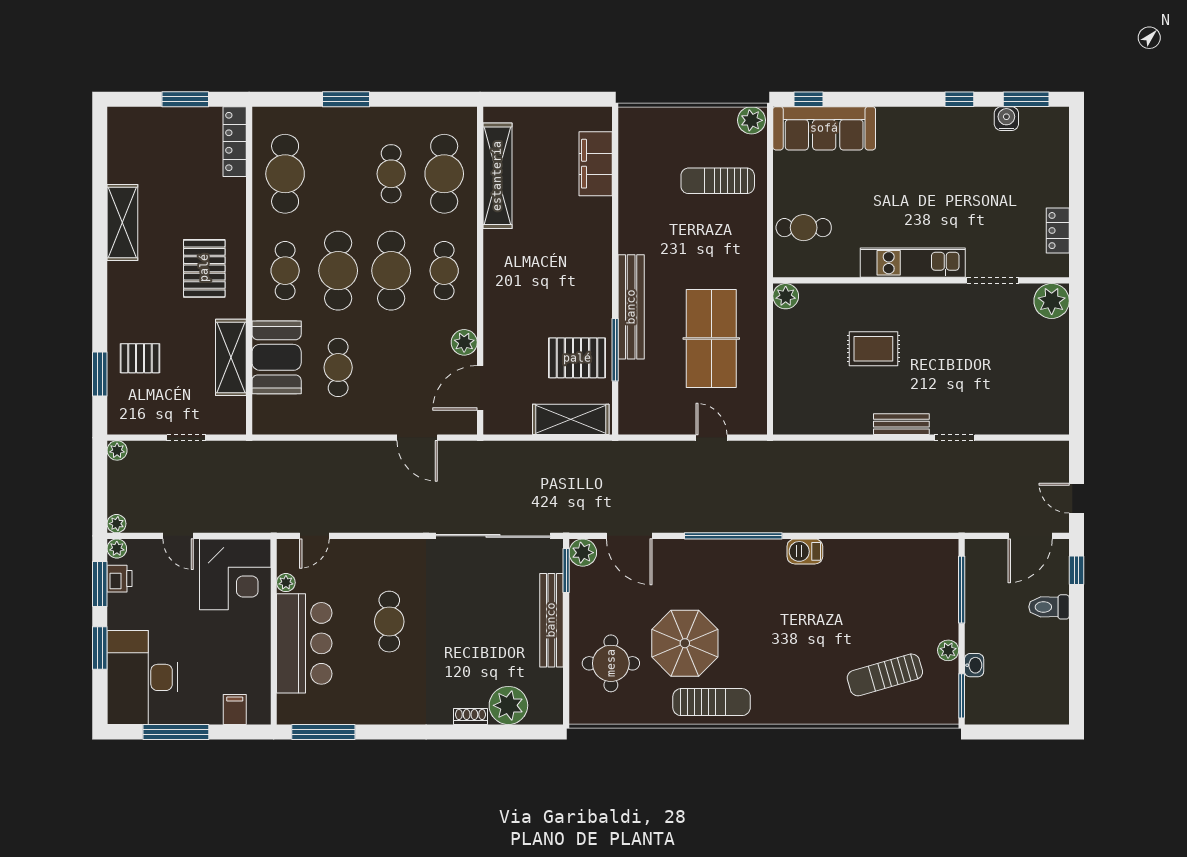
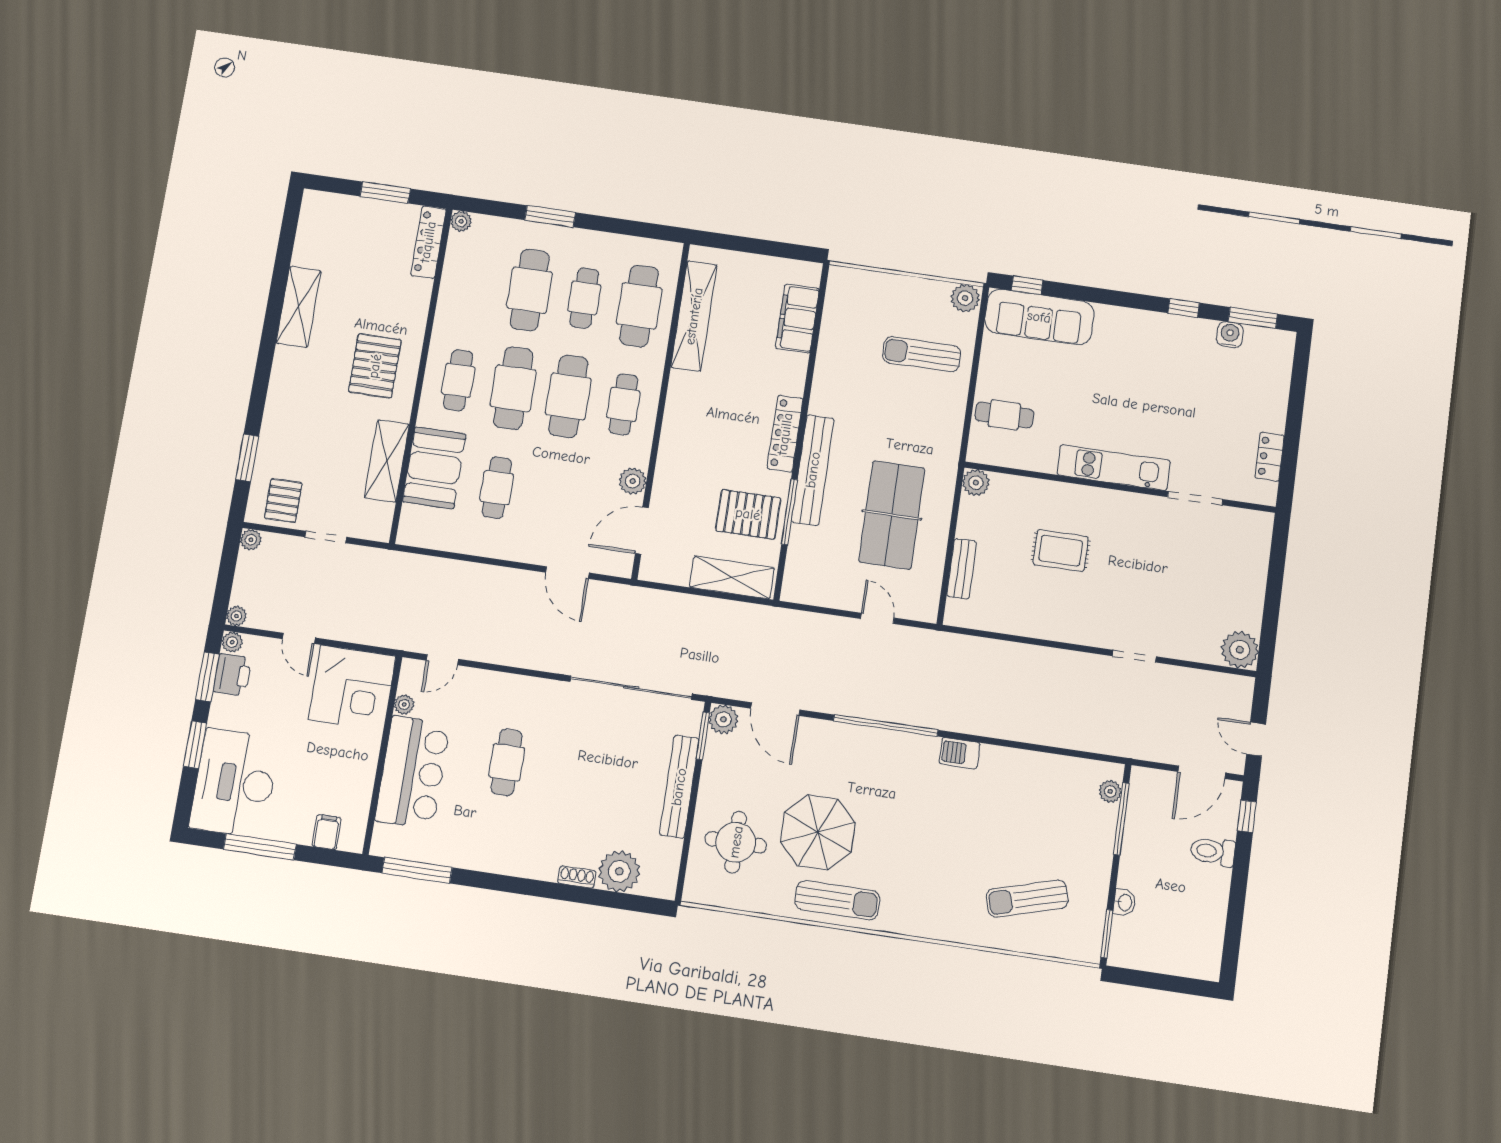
plant: (262, 117) -> (461, 221), added
cafe table: (285, 174) -> (530, 290), moved
locker: (600, 276) -> (785, 434), added
plant: (1052, 301) -> (1240, 650), moved
pallet: (140, 358) -> (283, 501), moved, turned 90
bench: (901, 424) -> (962, 569), moved, turned 90
printer: (119, 579) -> (232, 675), width x1.36, depth x1.24
plant: (948, 650) -> (1110, 791), moved

